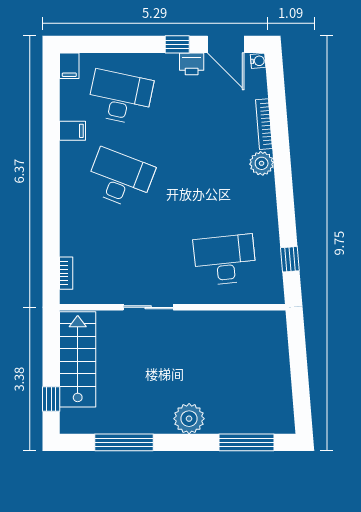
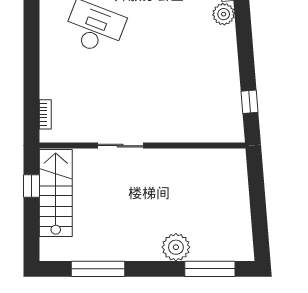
desk: (225, 260) -> (190, 102), removed
window: (51, 399) -> (32, 186), moved
plant: (189, 419) -> (176, 247), moved

